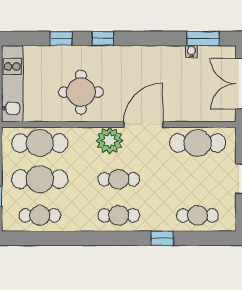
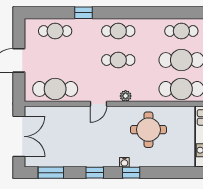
window: (61, 39) -> (95, 173), moved
water cooler: (191, 52) -> (124, 162), moved
door: (143, 125) -> (98, 104), width x0.53
plant: (110, 141) -> (126, 96), width x0.53, depth x0.53

